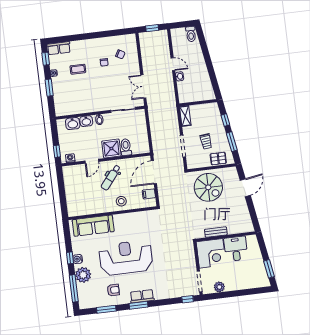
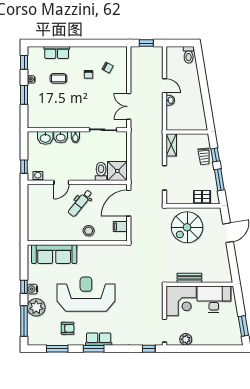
row of seats: (59, 48) -> (57, 52), moved
trolley: (206, 141) -> (204, 156), moved
shower: (111, 149) -> (117, 171), moved
spiral stairs: (208, 187) -> (187, 227), turned 90
desk: (236, 249) -> (214, 299), width x1.37

